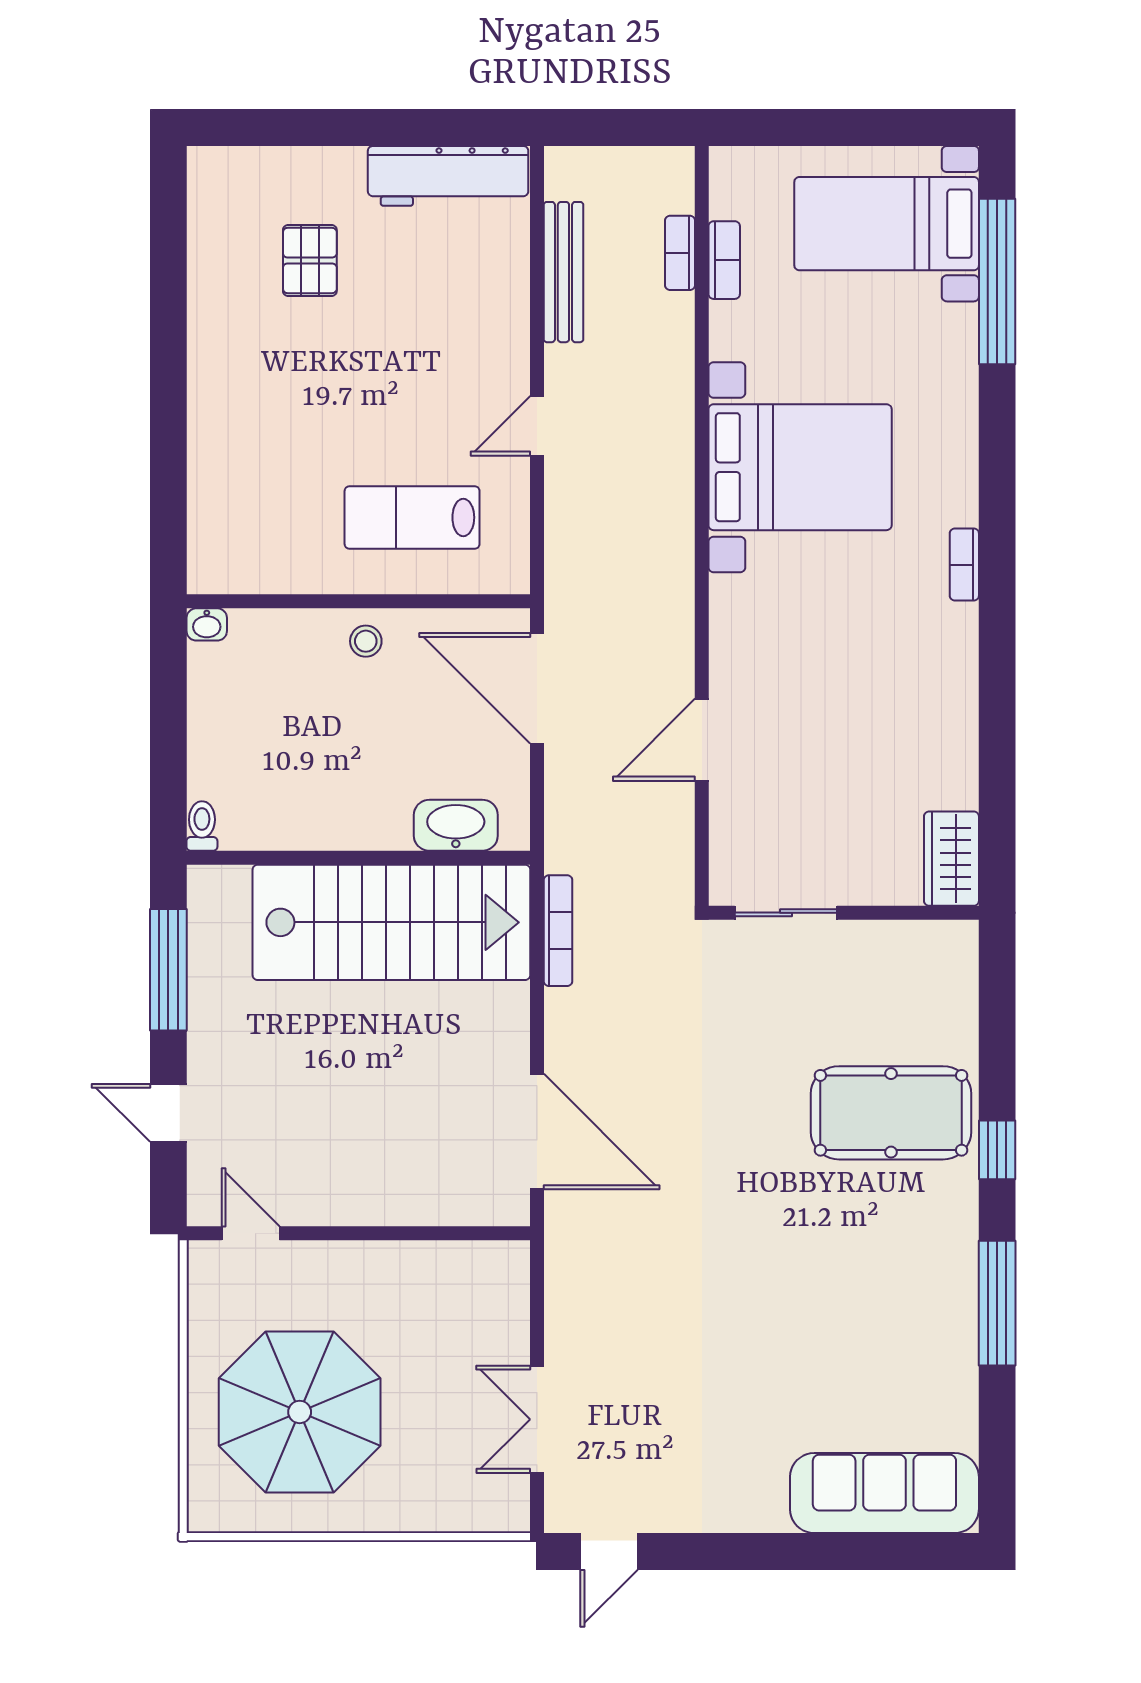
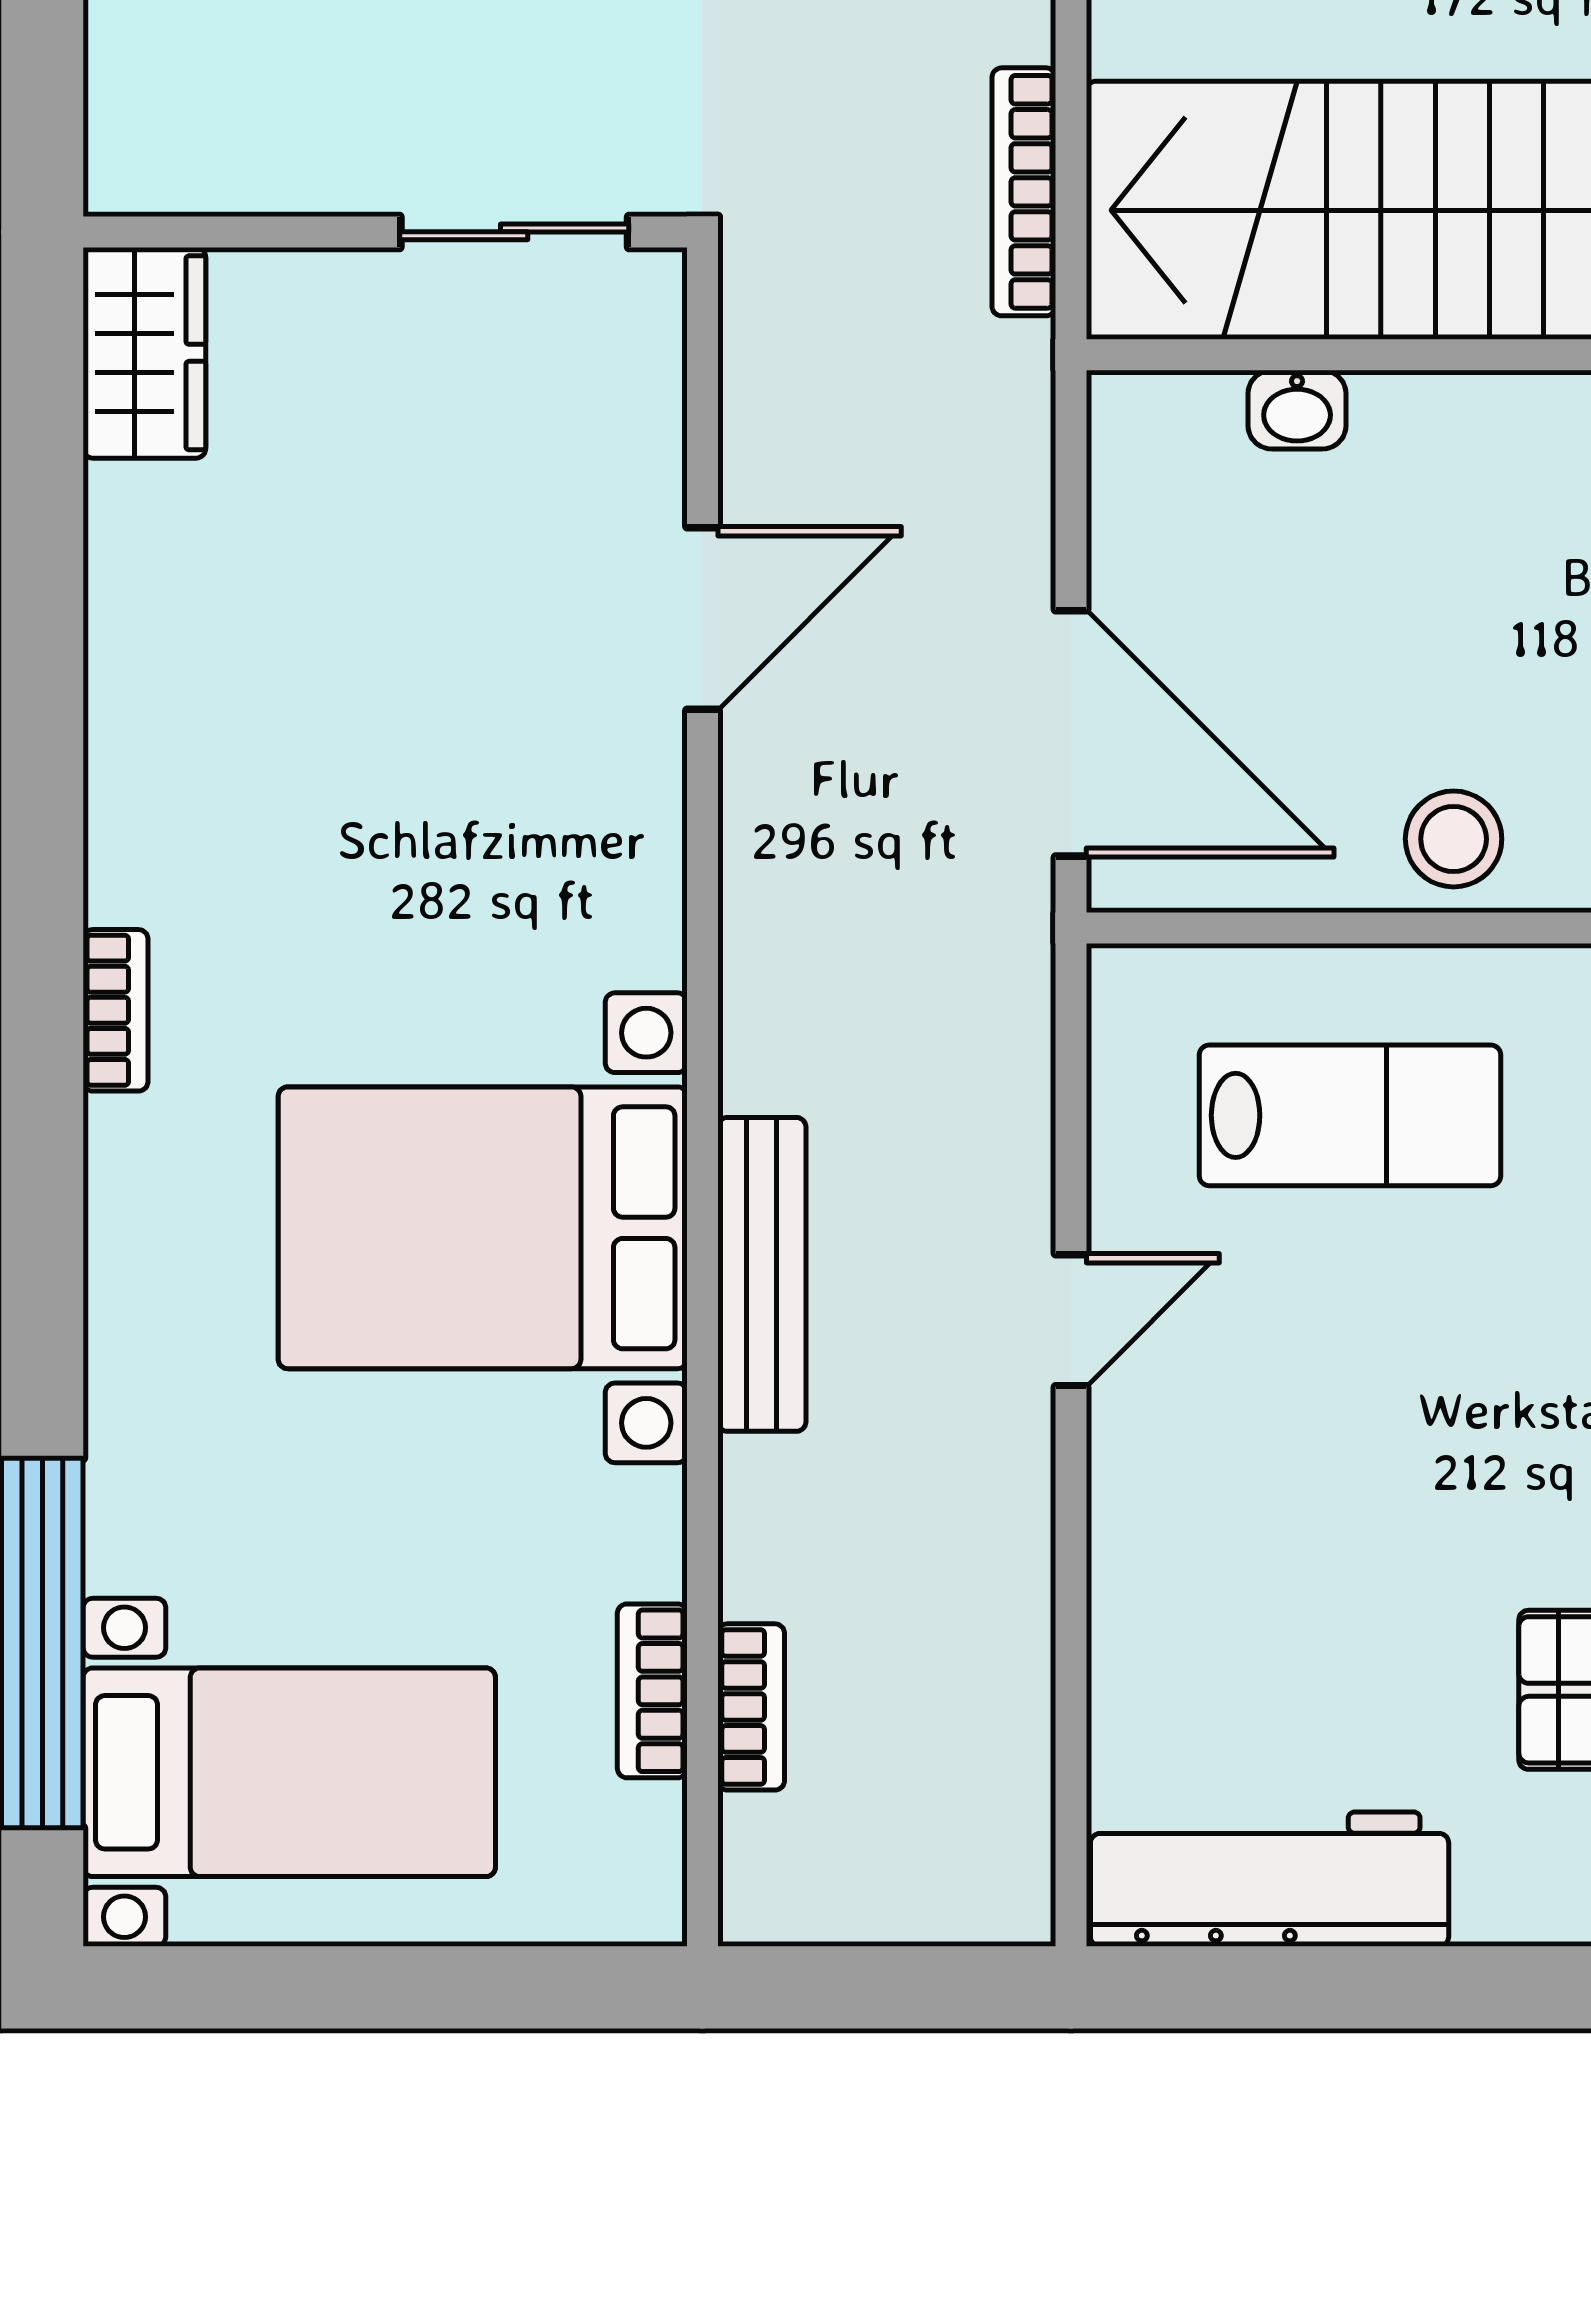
bench: (563, 272) -> (762, 1274), moved
stool: (366, 641) -> (1454, 839), width x1.37, depth x1.37
washbasin: (456, 825) -> (1297, 410), width x0.52, depth x0.69

